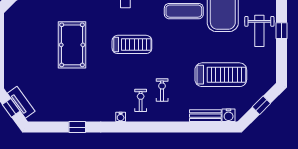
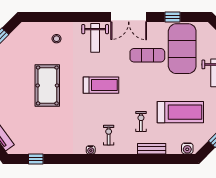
exercise bike: (162, 90) -> (141, 121), moved
bench: (205, 116) -> (152, 149), moved
window: (77, 127) -> (36, 159), moved

